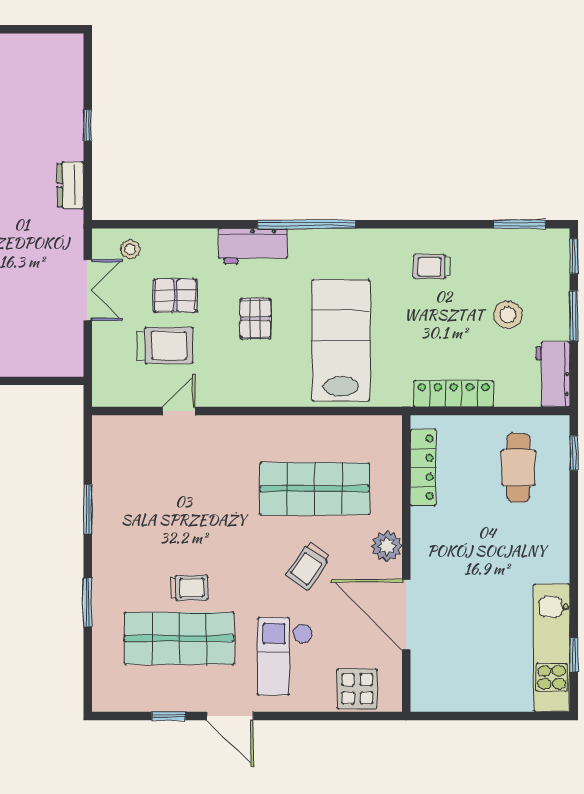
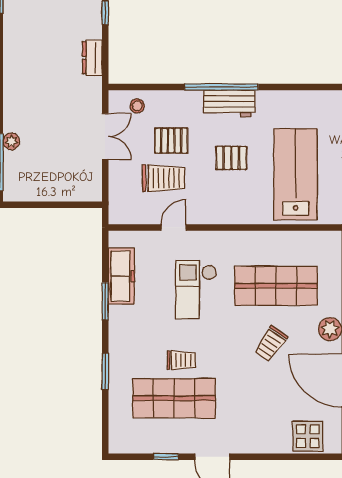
window: (307, 224) -> (221, 87), moved
pallet: (255, 319) -> (231, 158), turned 90
freezer: (109, 476) -> (121, 276), added
checkout: (285, 656) -> (196, 289), moved

